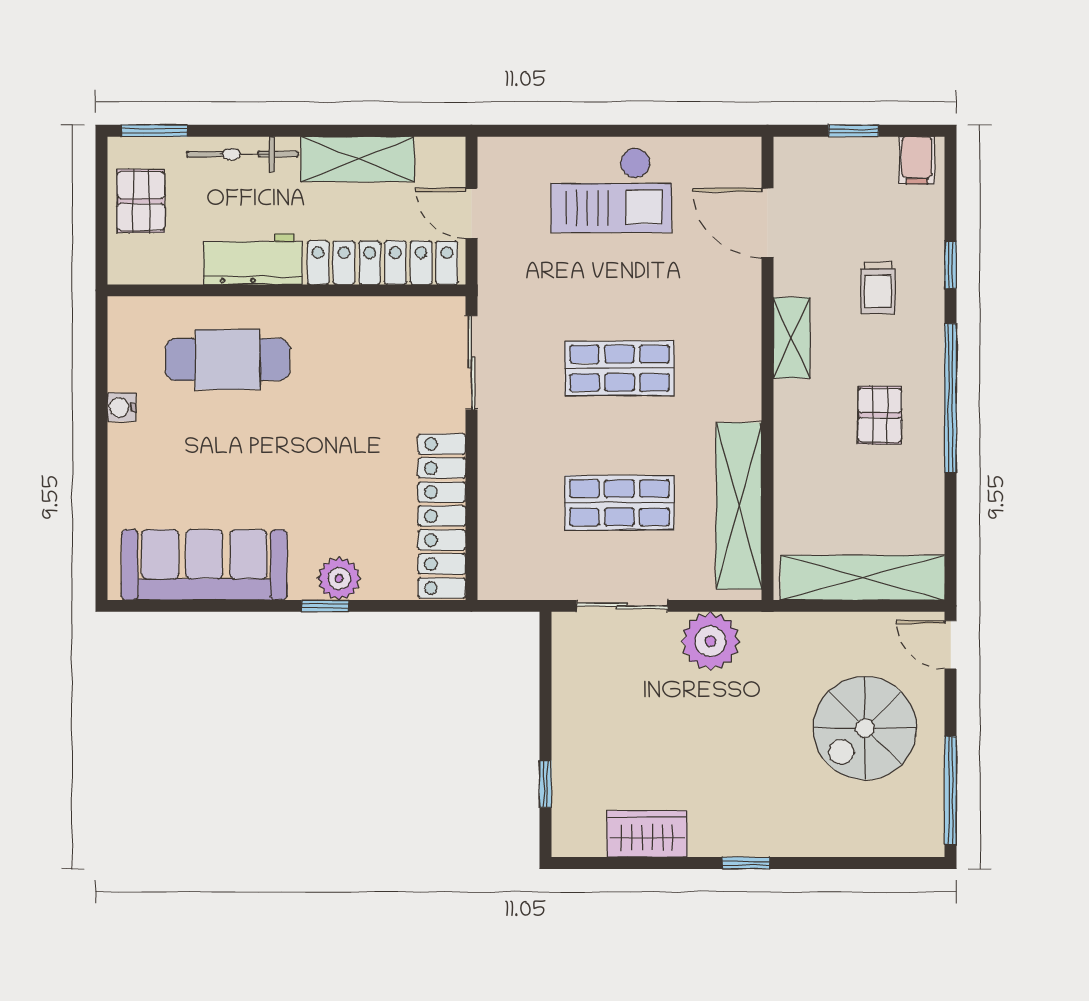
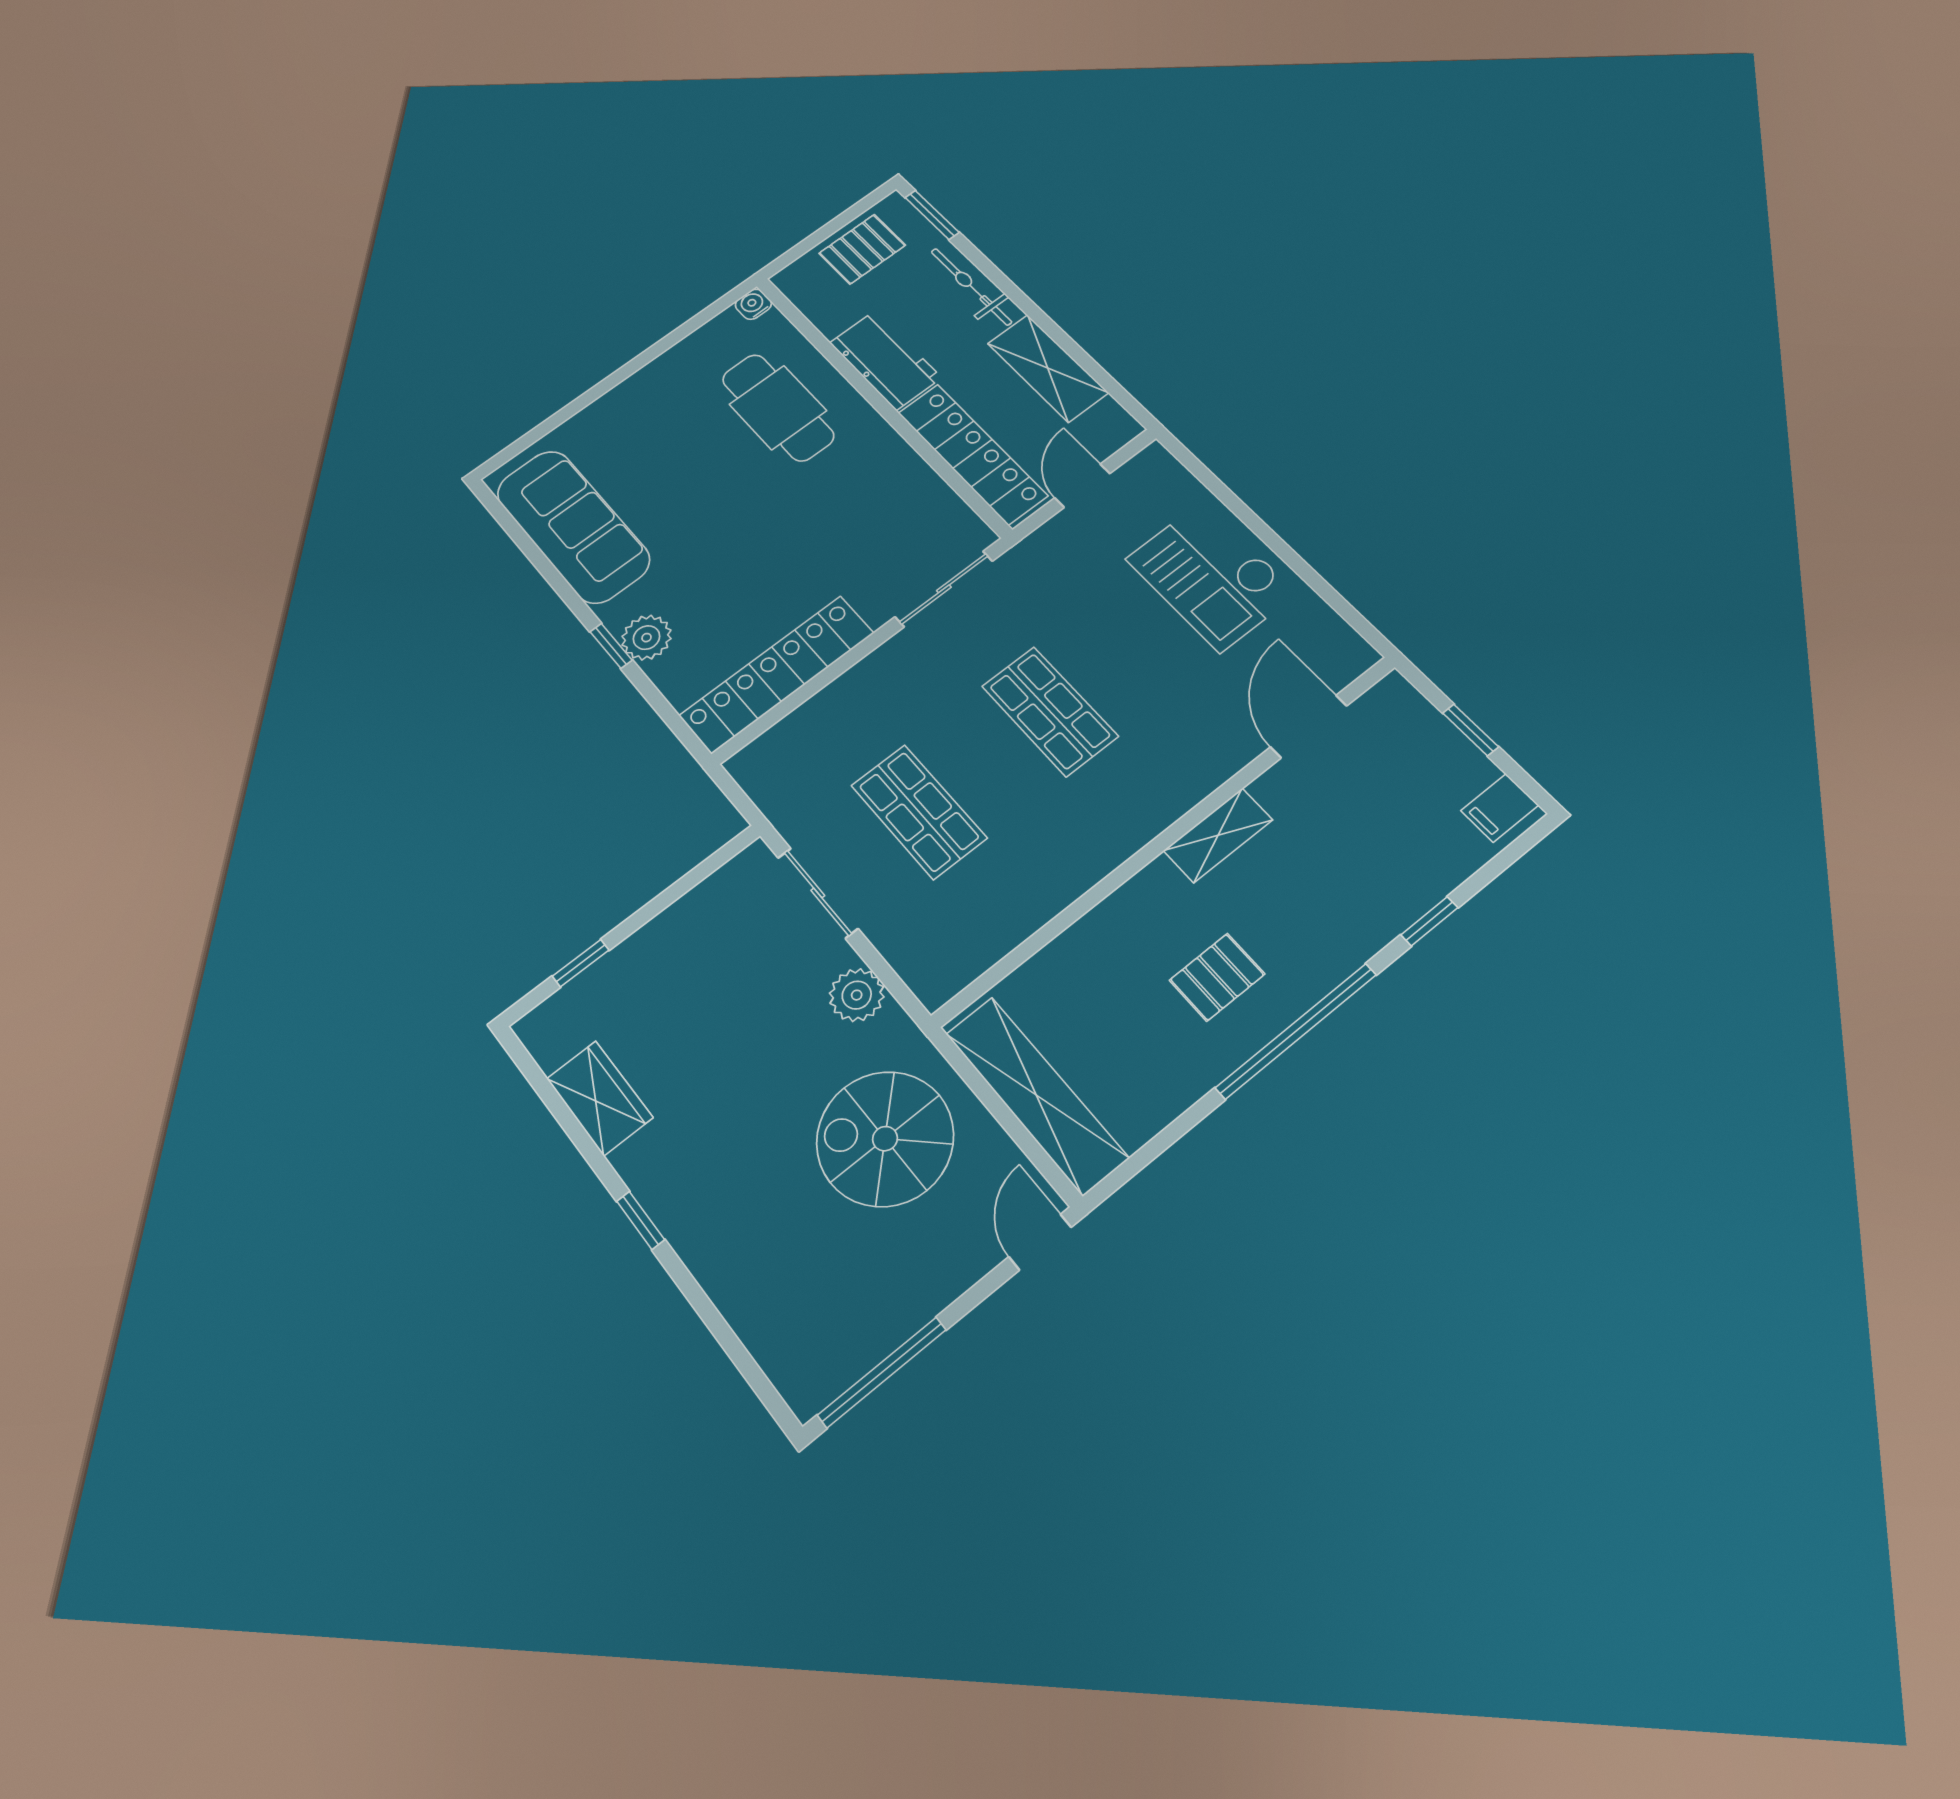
trolley: (878, 288) -> (1342, 873), removed
water cooler: (121, 407) -> (753, 304), moved
shelving: (739, 506) -> (1009, 920), removed
plant: (710, 641) -> (857, 995), width x0.73, depth x0.73
spiral stairs: (865, 728) -> (885, 1139), moved

